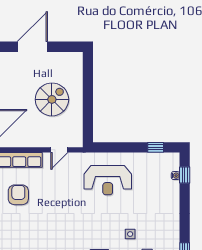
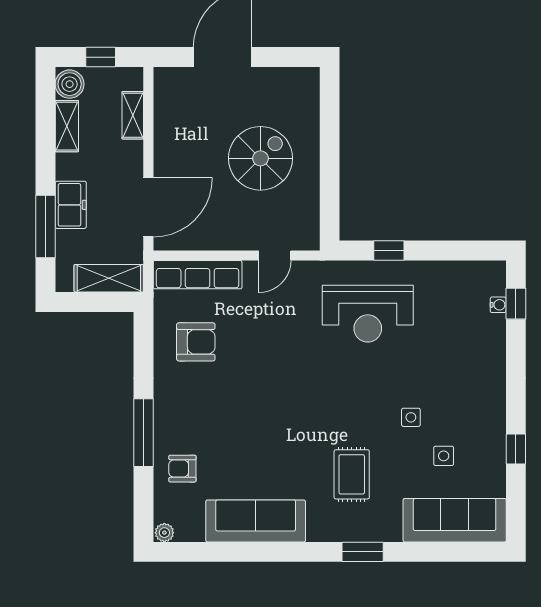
window: (156, 147) -> (389, 251), moved
armchair: (18, 195) -> (196, 342), turned 90

